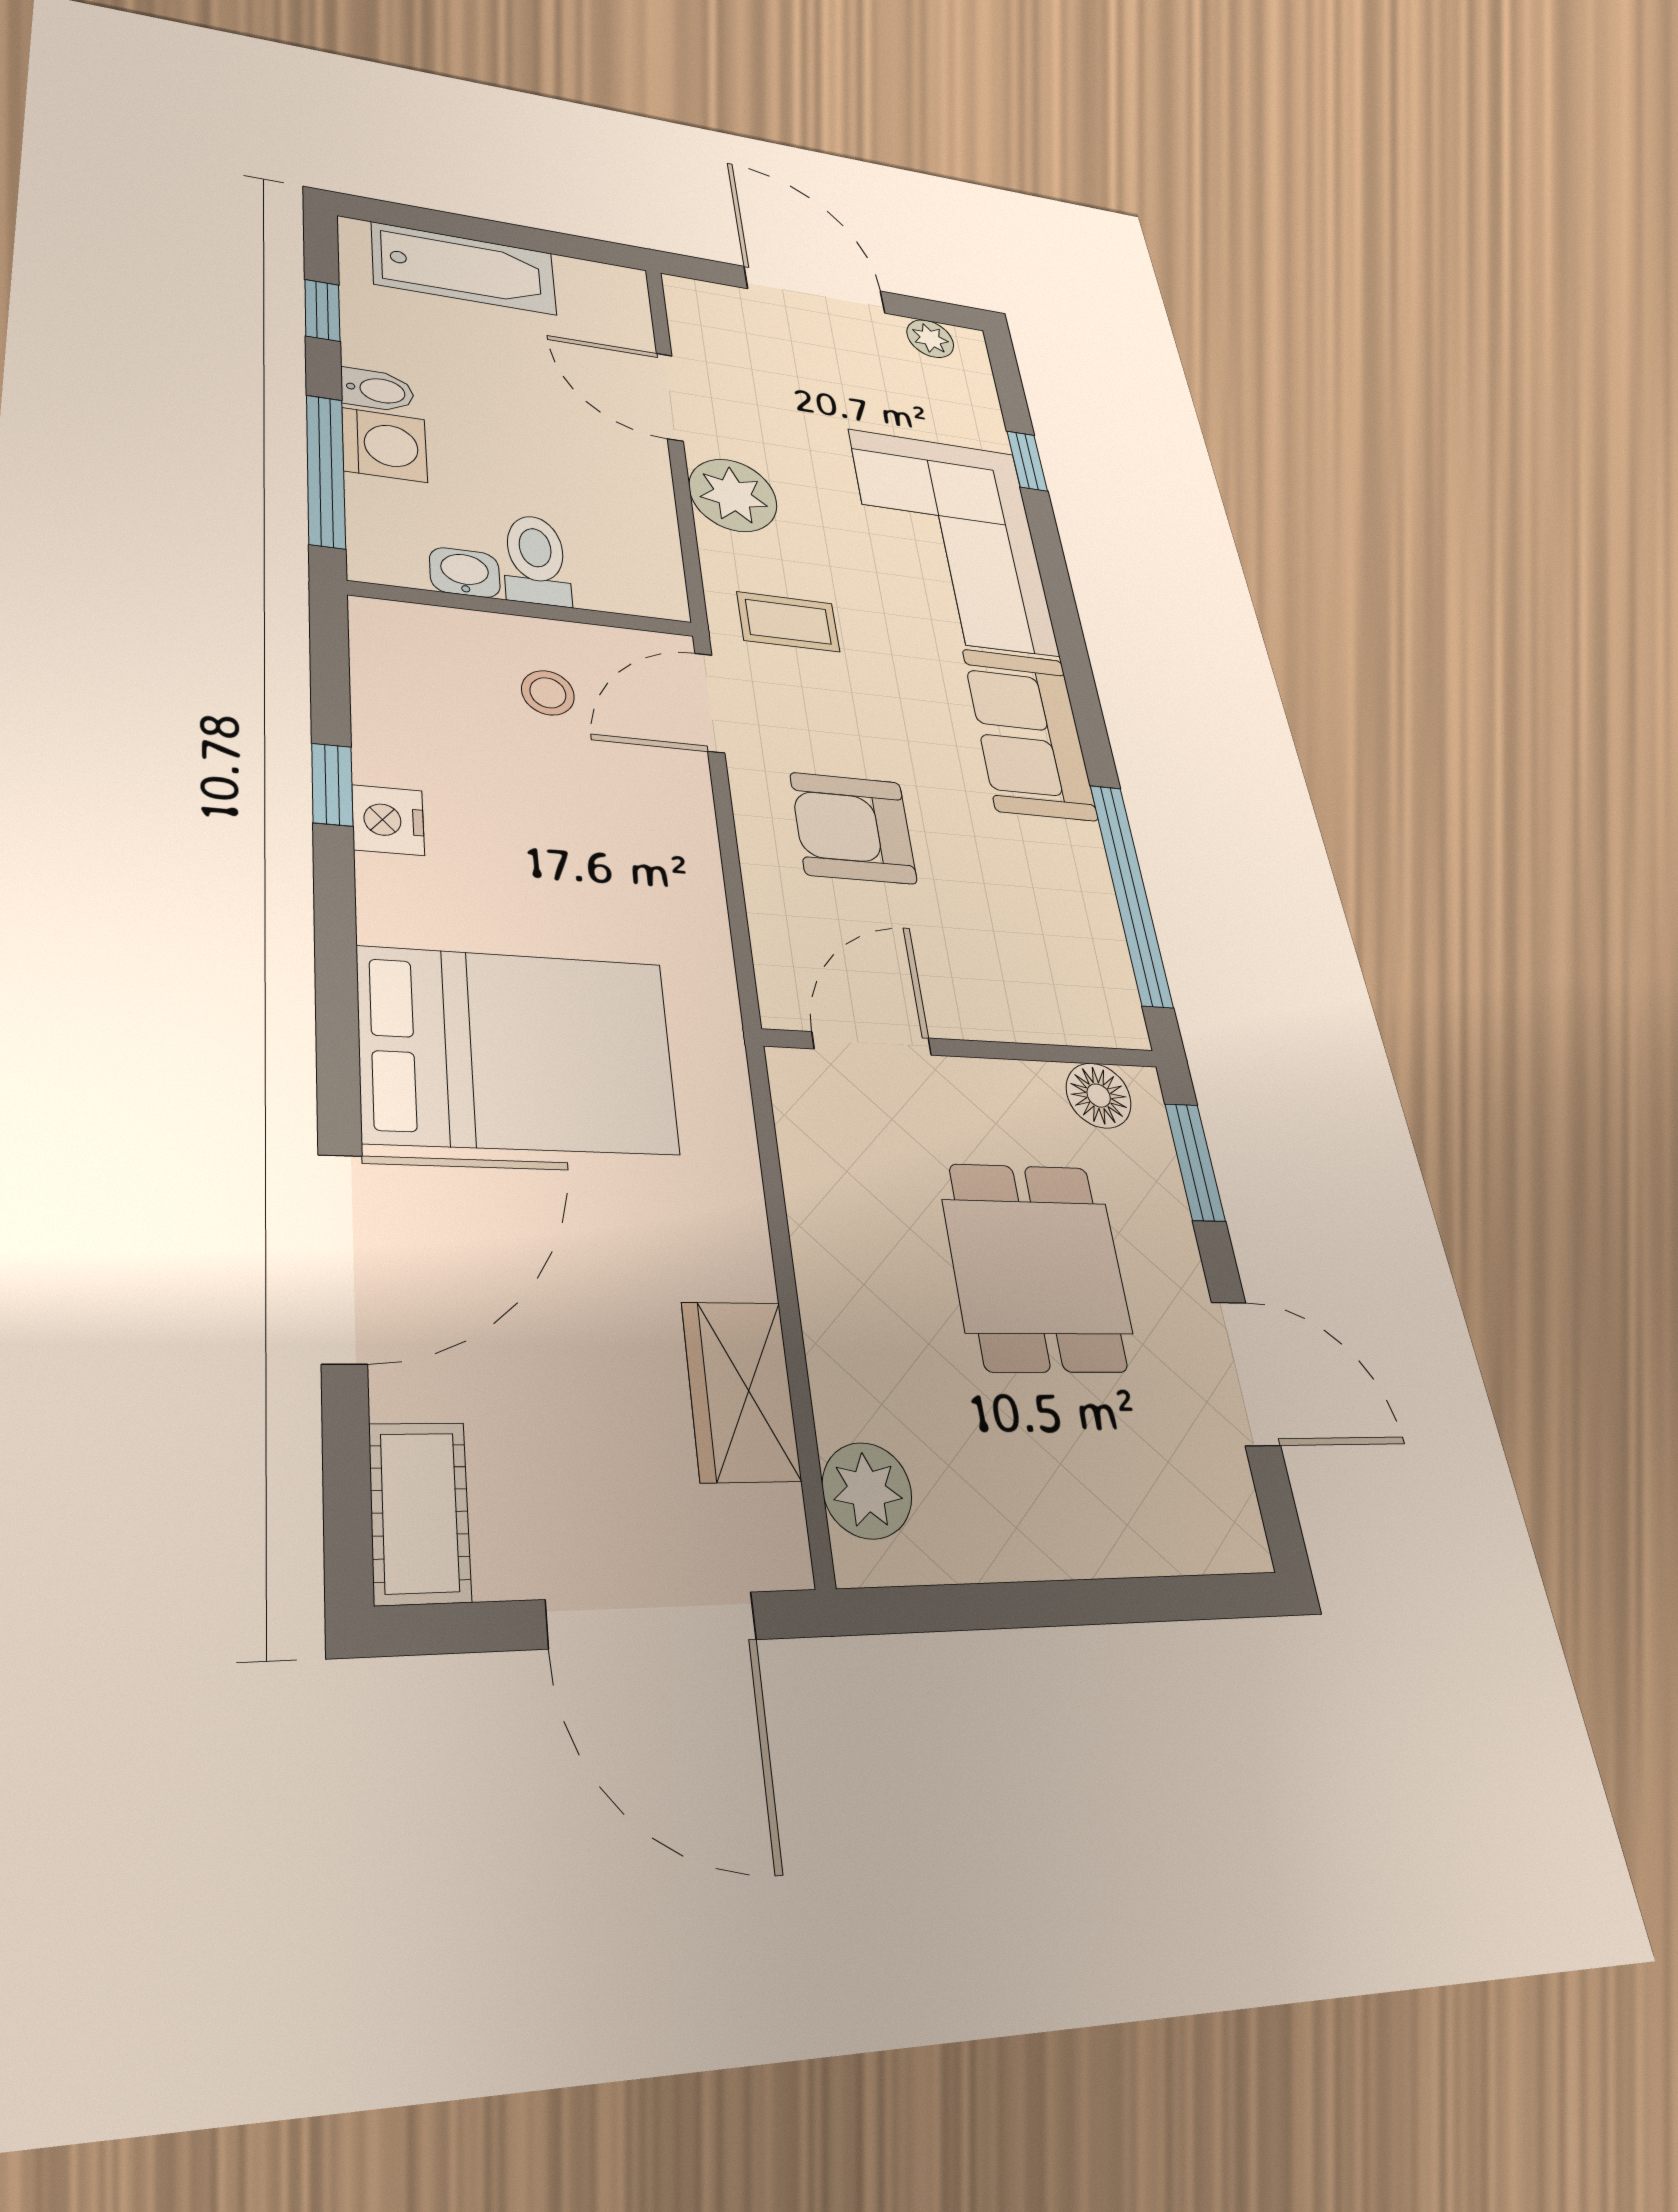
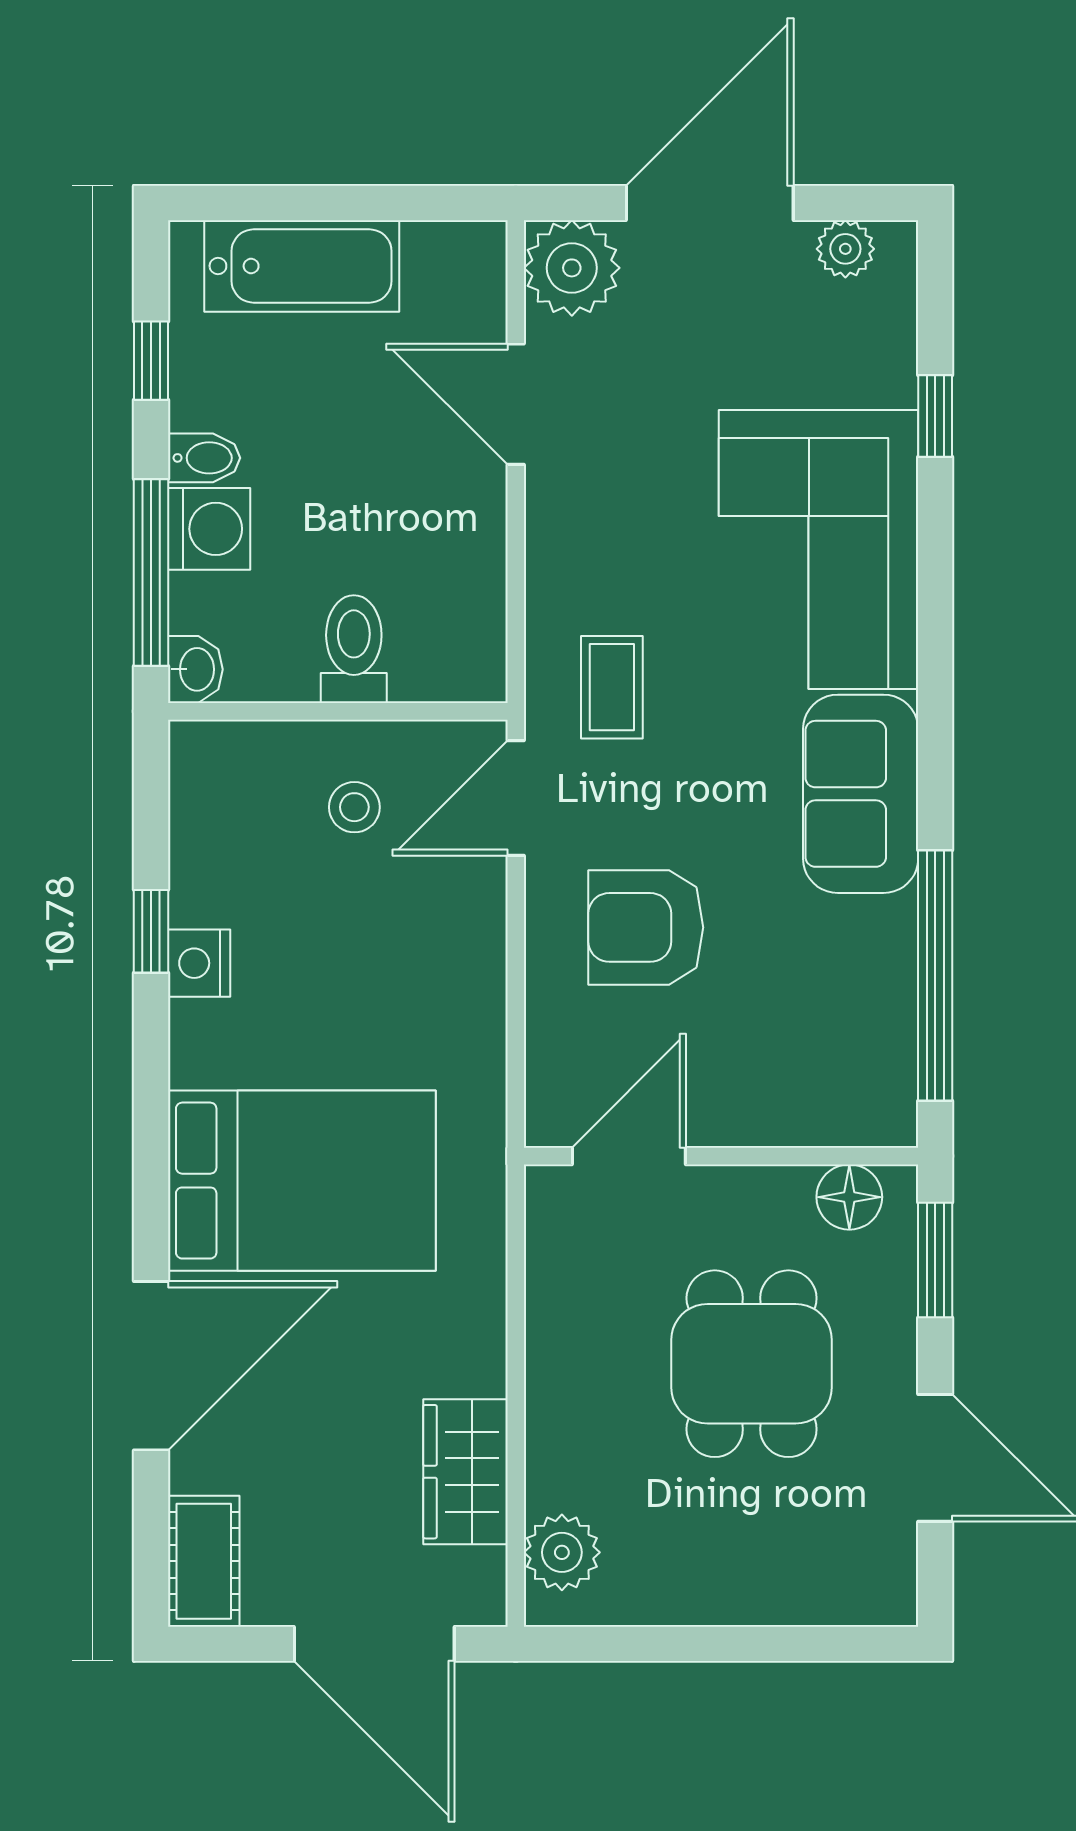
door: (815, 290) -> (710, 203), hinge flipped
plant: (733, 495) -> (572, 268), moved
washbasin: (465, 573) -> (195, 669), moved, turned 90
coffee table: (788, 622) -> (612, 687), turned 90

